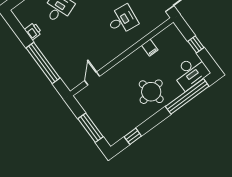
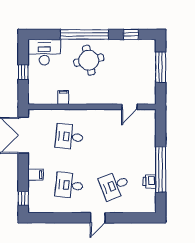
window: (43, 63) -> (161, 170), moved
window: (187, 96) -> (84, 34), moved

